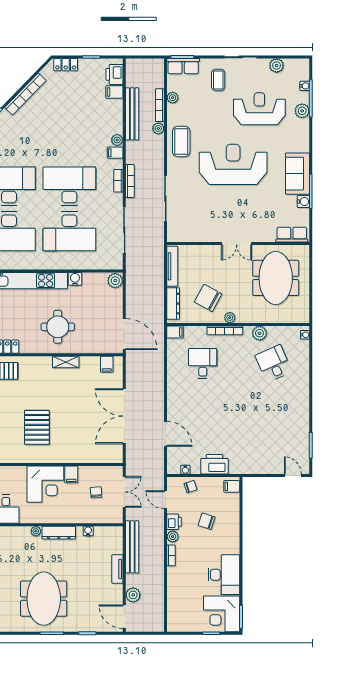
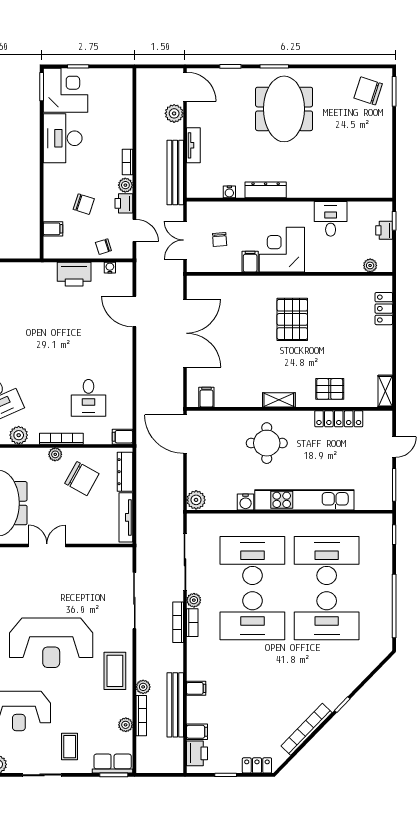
plant: (117, 140) -> (194, 600), moved
filing cabinet: (115, 153) -> (196, 688), moved
shelving: (66, 362) -> (279, 400), moved
filing cabinet: (232, 486) -> (53, 229), moved
plant: (36, 531) -> (294, 192), removed

